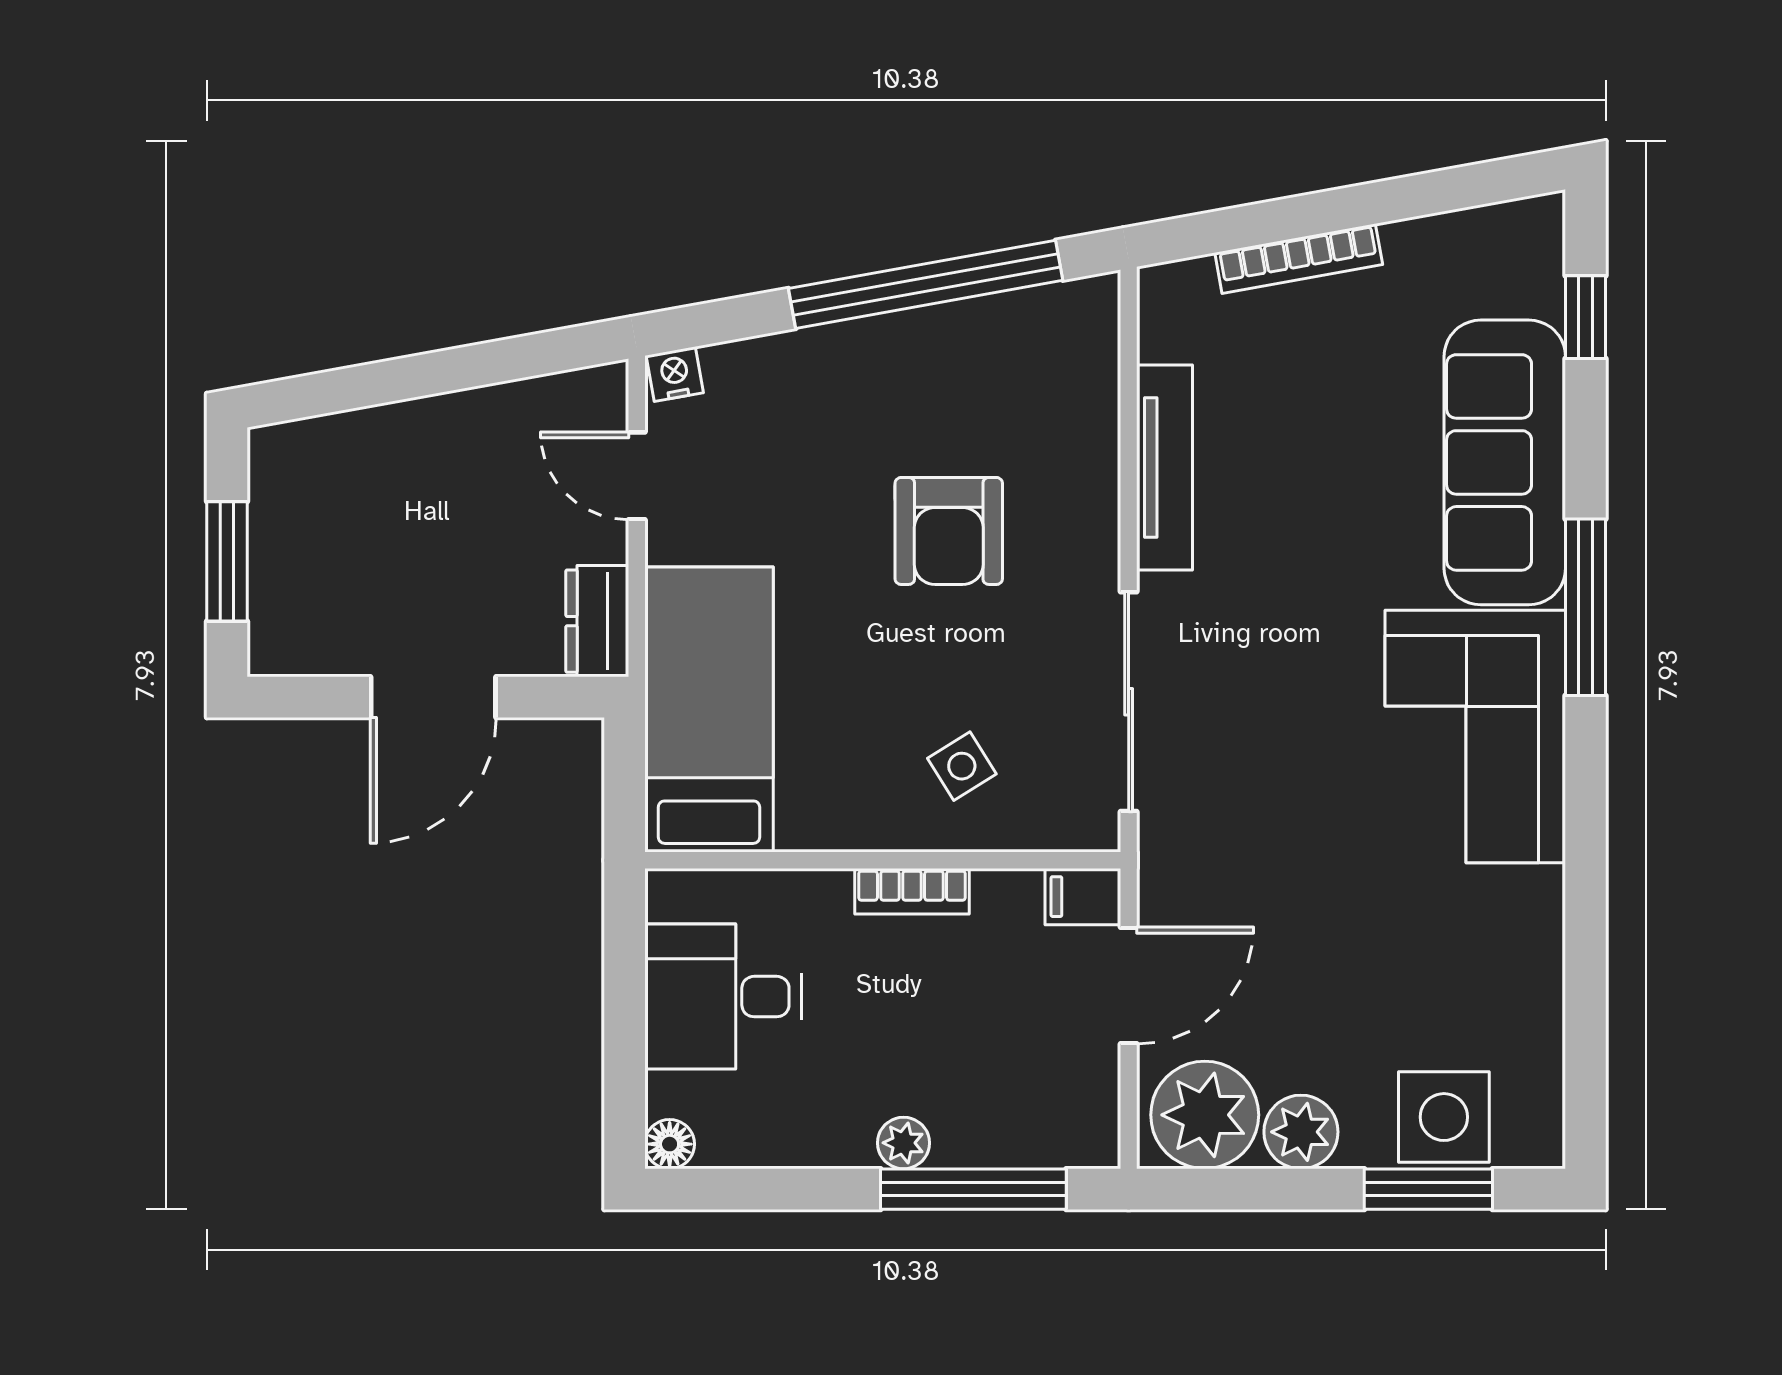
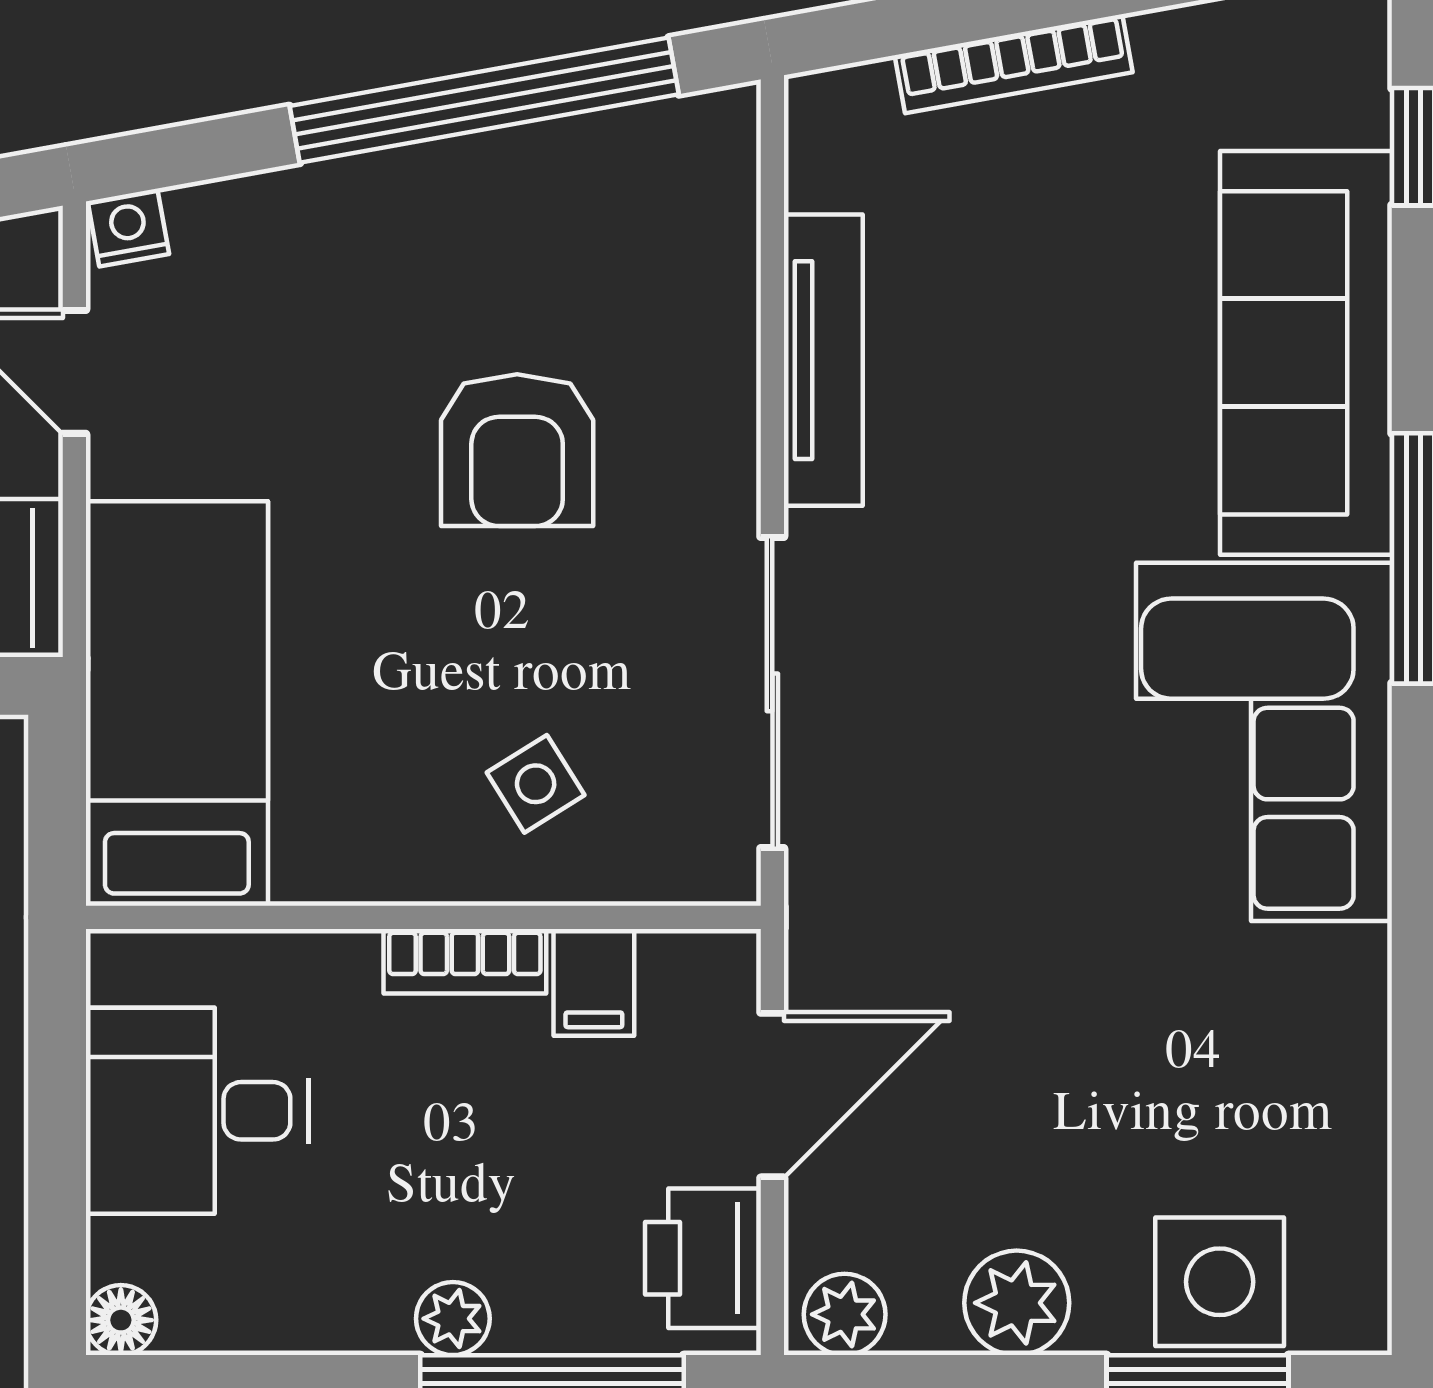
filing cabinet: (1083, 897) -> (594, 982), moved, turned -90
printer: (1080, 1100) -> (703, 1258), added
plant: (1205, 1115) -> (845, 1314), width x0.53, depth x0.53

